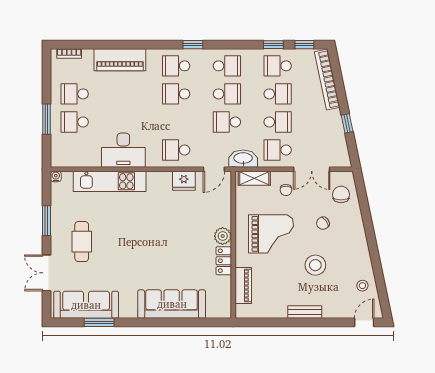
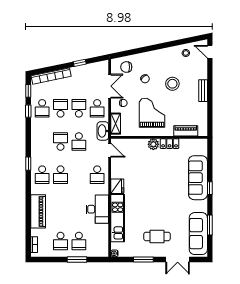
school desk: (227, 66) -> (42, 141), removed
fridge: (184, 181) -> (117, 186), moved
window: (156, 322) -> (210, 188), added

